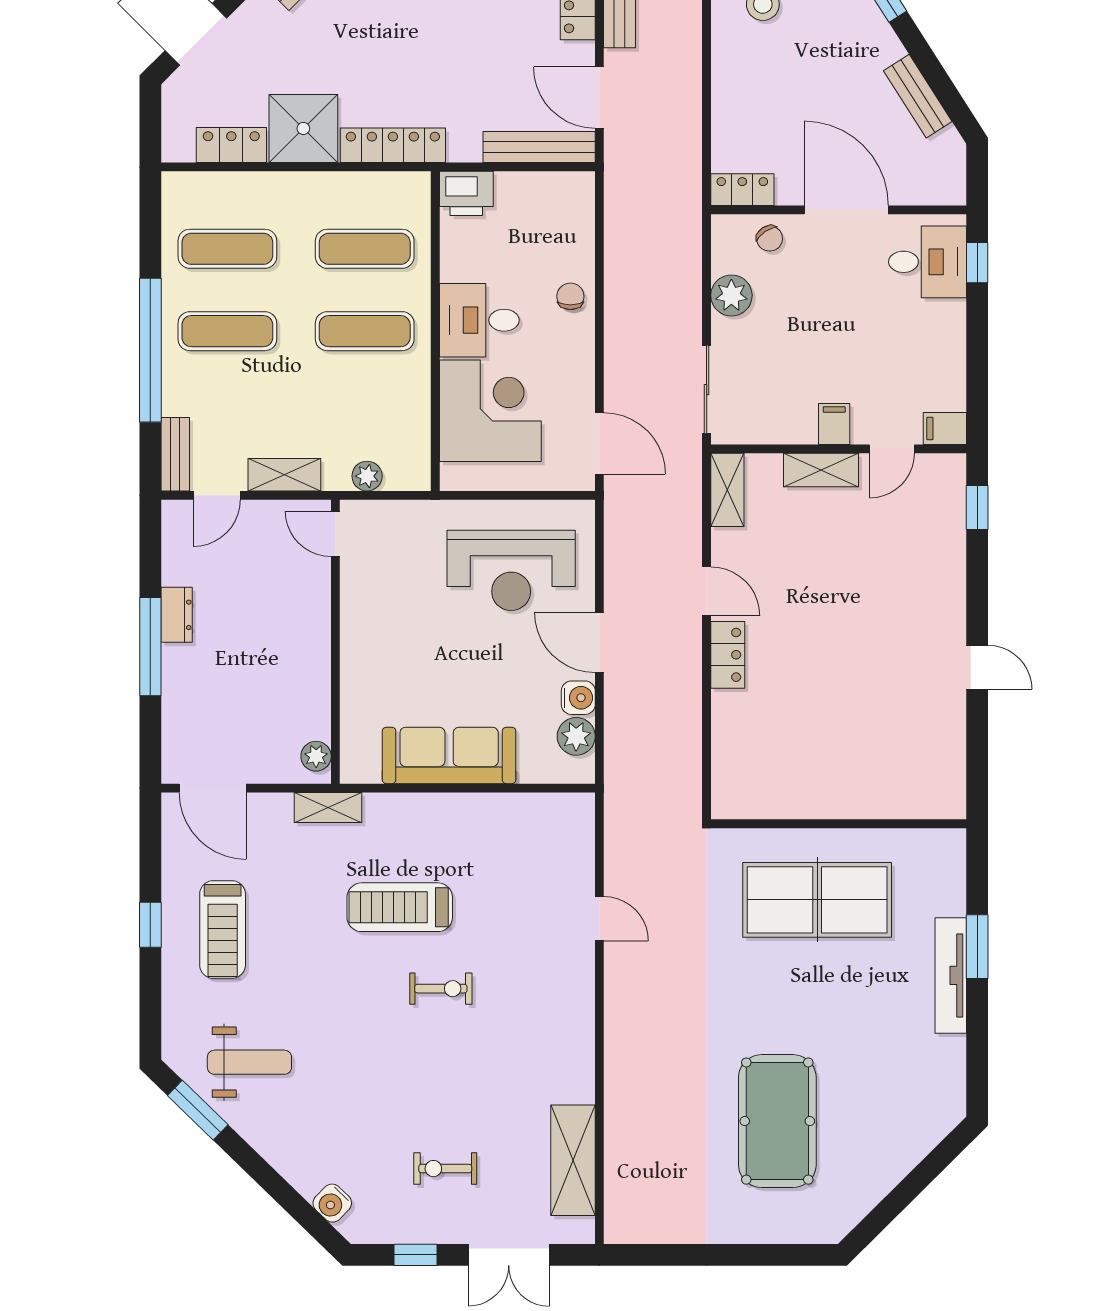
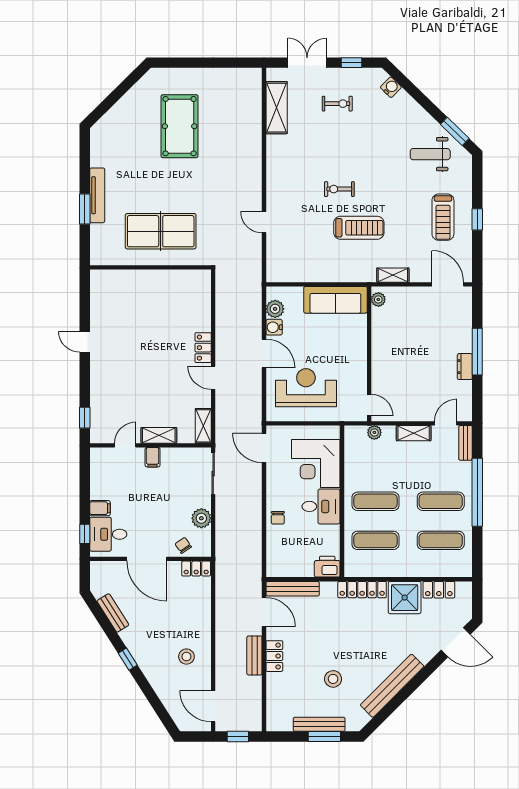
filing cabinet: (945, 429) -> (100, 508), moved
door: (335, 534) -> (369, 405), moved
wall: (335, 642) -> (369, 354), moved
plant: (316, 756) -> (378, 299), moved
treadmill: (223, 930) -> (443, 217), turned 180

